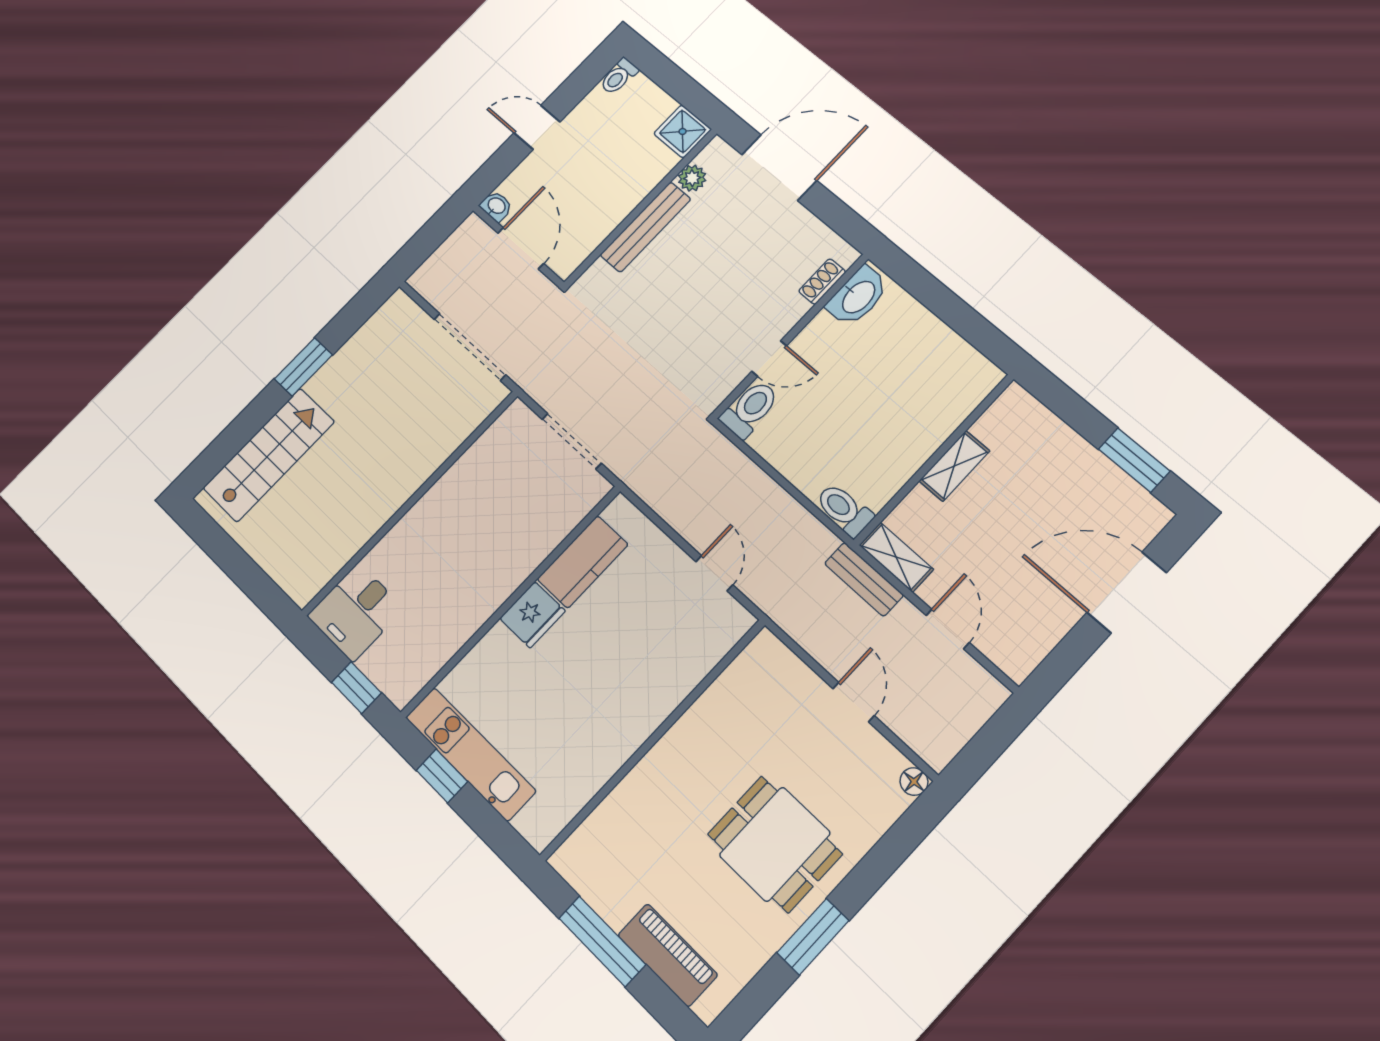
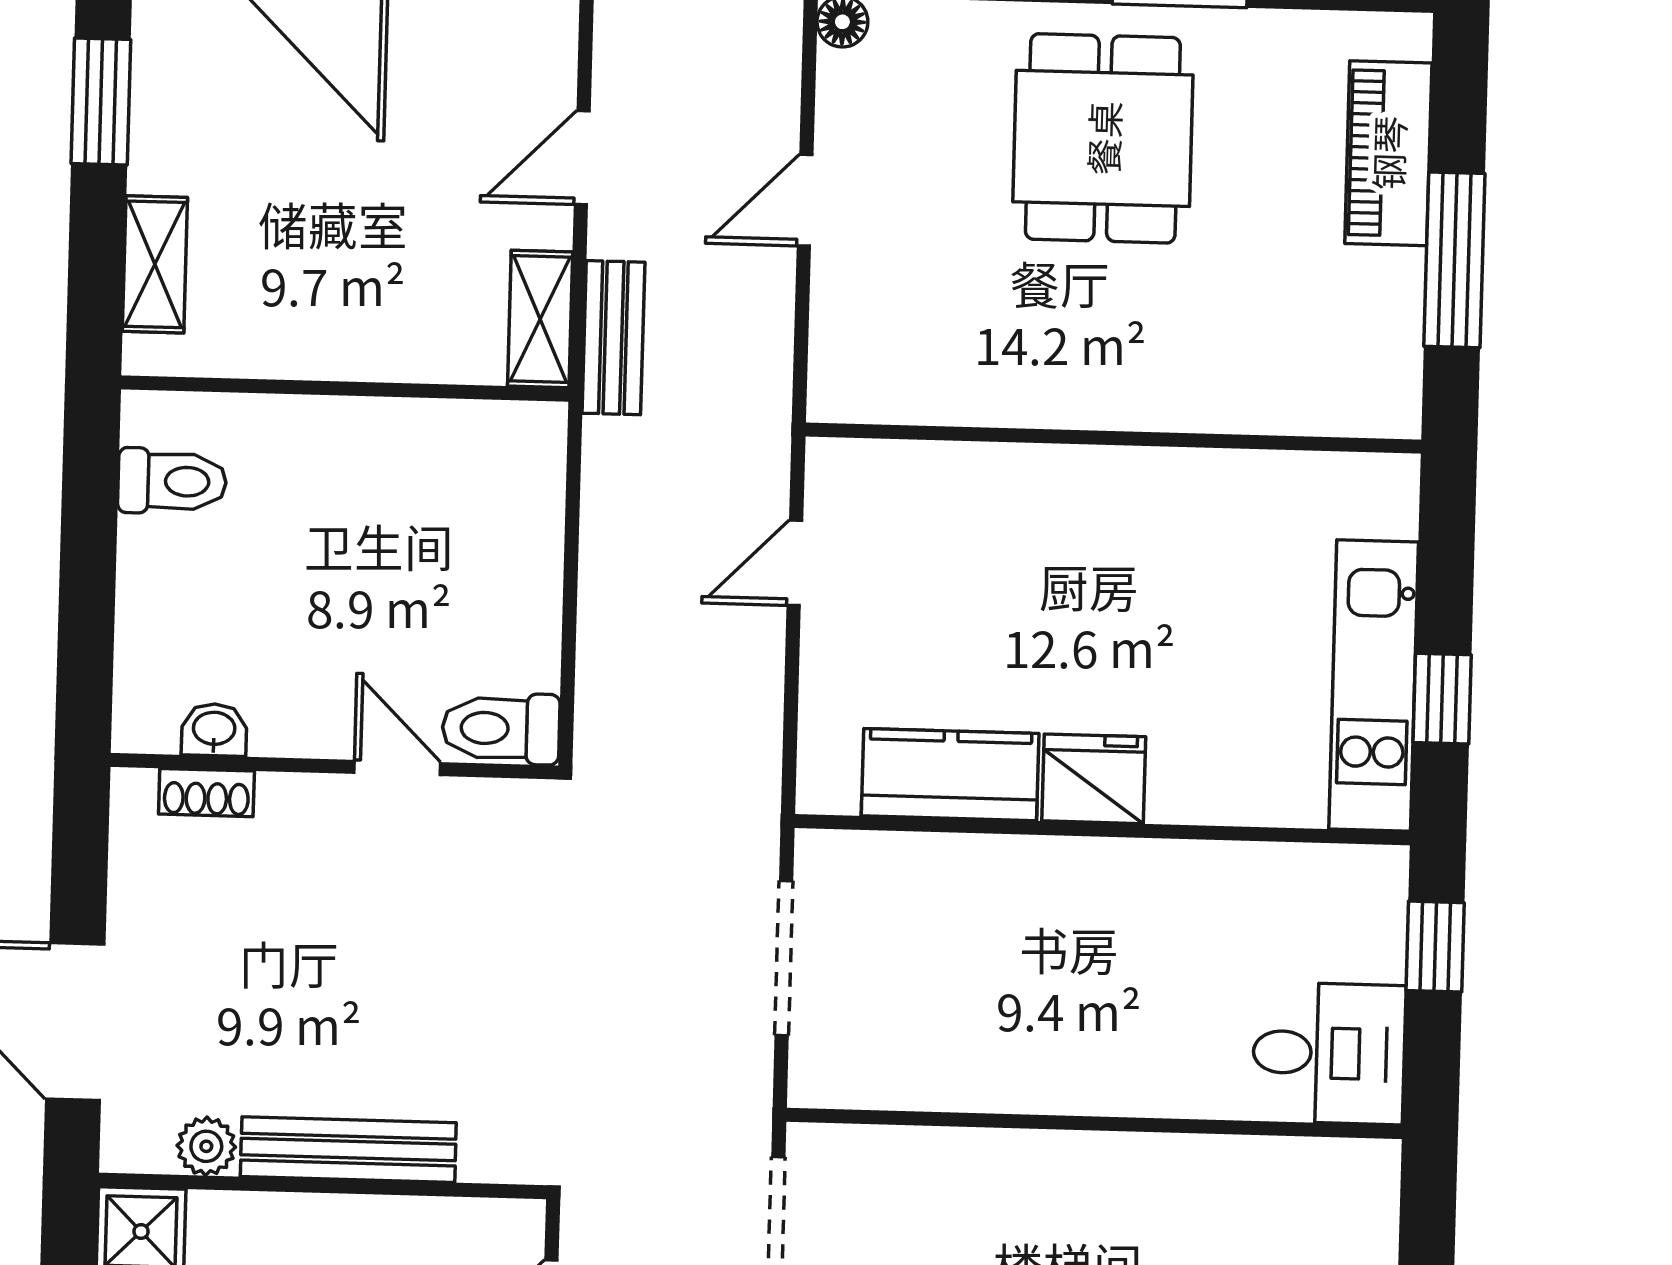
washbasin: (858, 296) -> (214, 730), width x0.52, depth x0.69
shelving: (954, 466) -> (155, 264), moved, turned 90
toilet: (844, 510) -> (172, 481), moved, turned -90

